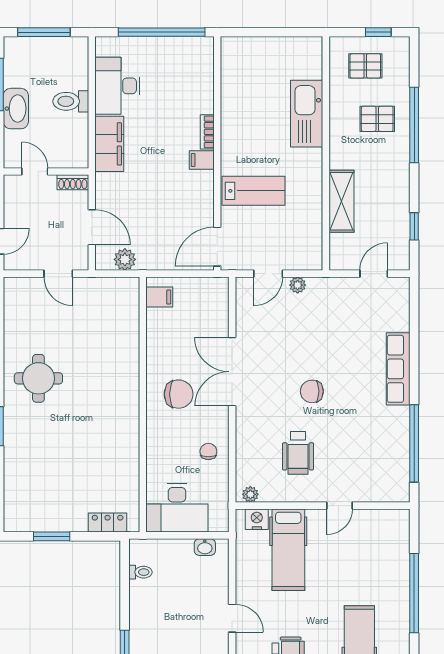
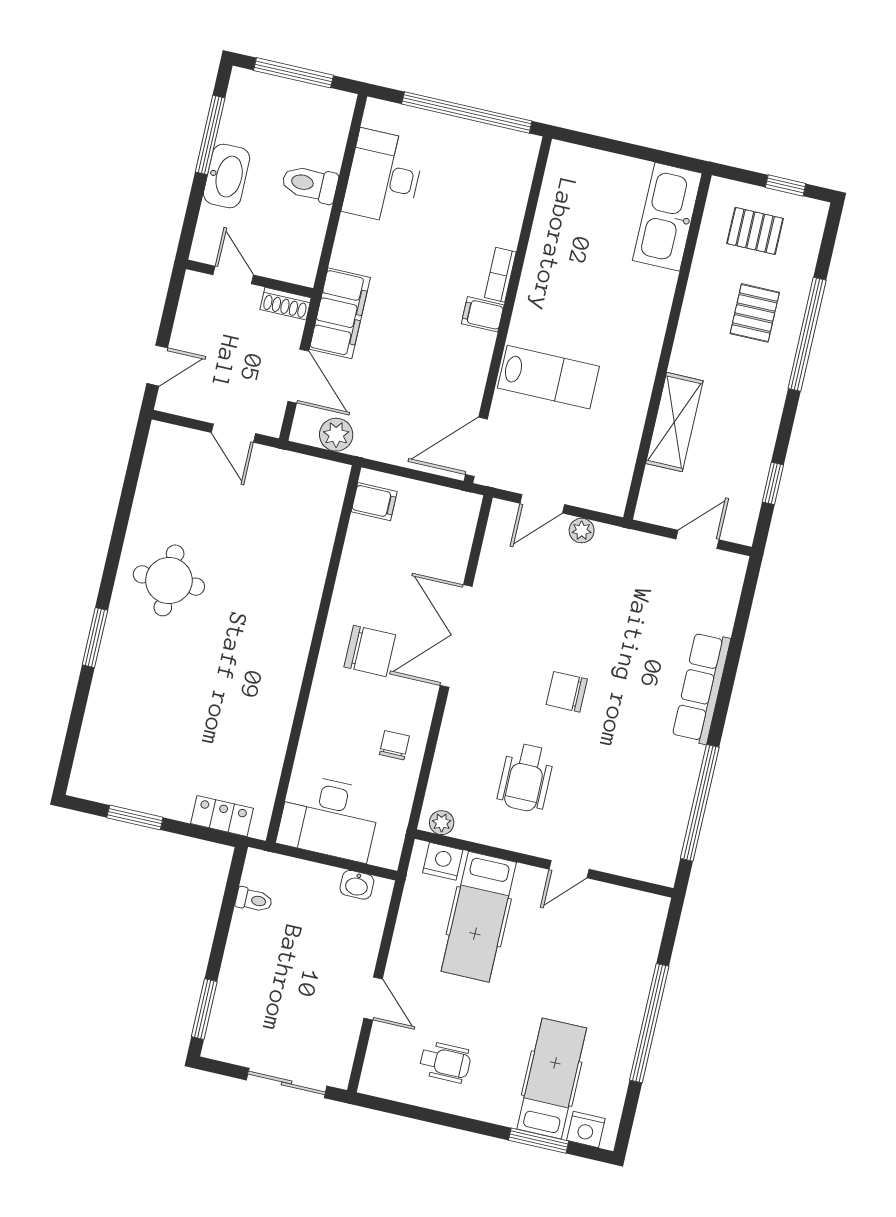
kitchen sink: (307, 114) -> (667, 217), moved
pallet: (377, 119) -> (755, 313), turned 90
filing cabinet: (109, 144) -> (340, 313), moved

